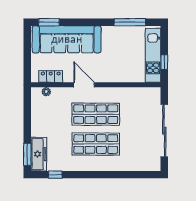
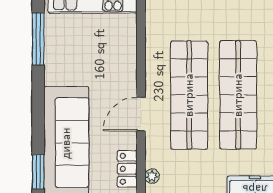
shop shelf: (96, 114) -> (189, 95), width x1.40
shop shelf: (96, 144) -> (238, 95), width x1.40

